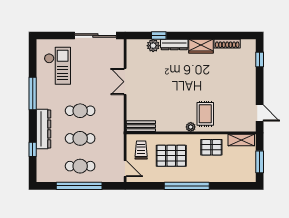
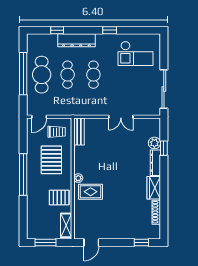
double door: (125, 82) -> (121, 117), swing flipped
window: (33, 93) -> (110, 30), width x0.46
pallet: (211, 147) -> (59, 198), turned 90
cafe table: (80, 166) -> (42, 75), width x1.37, depth x1.35

